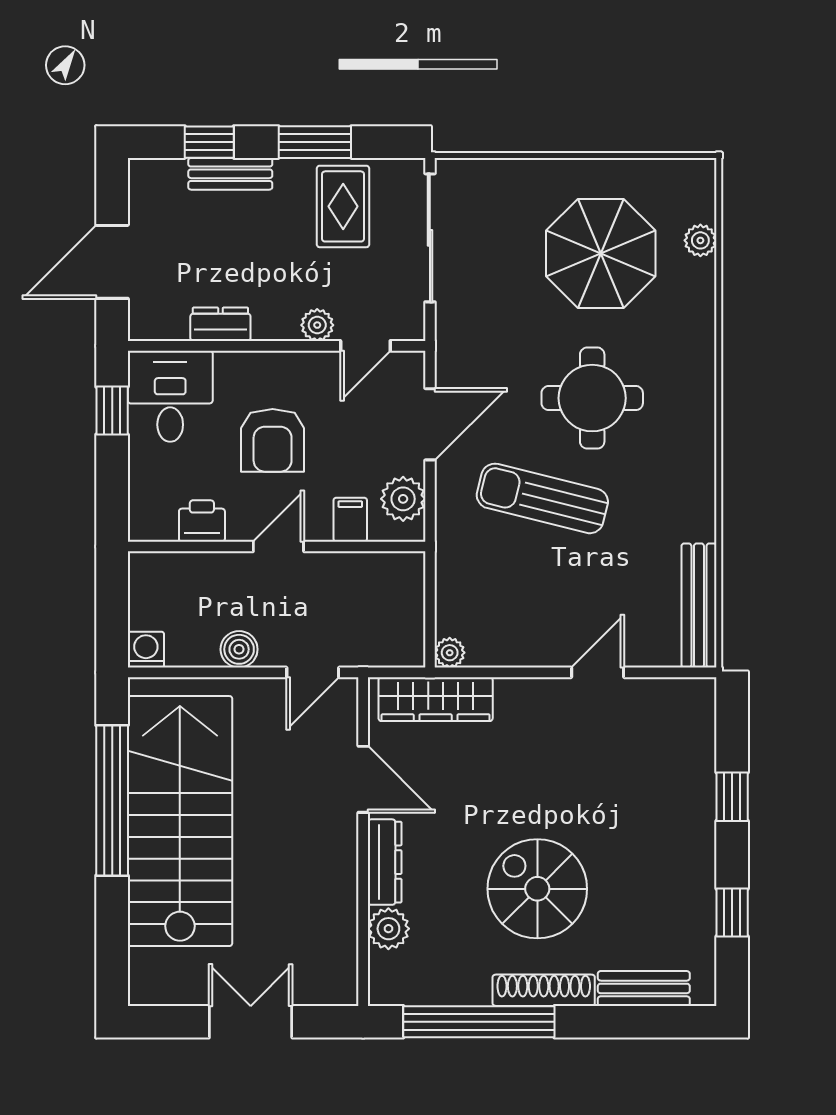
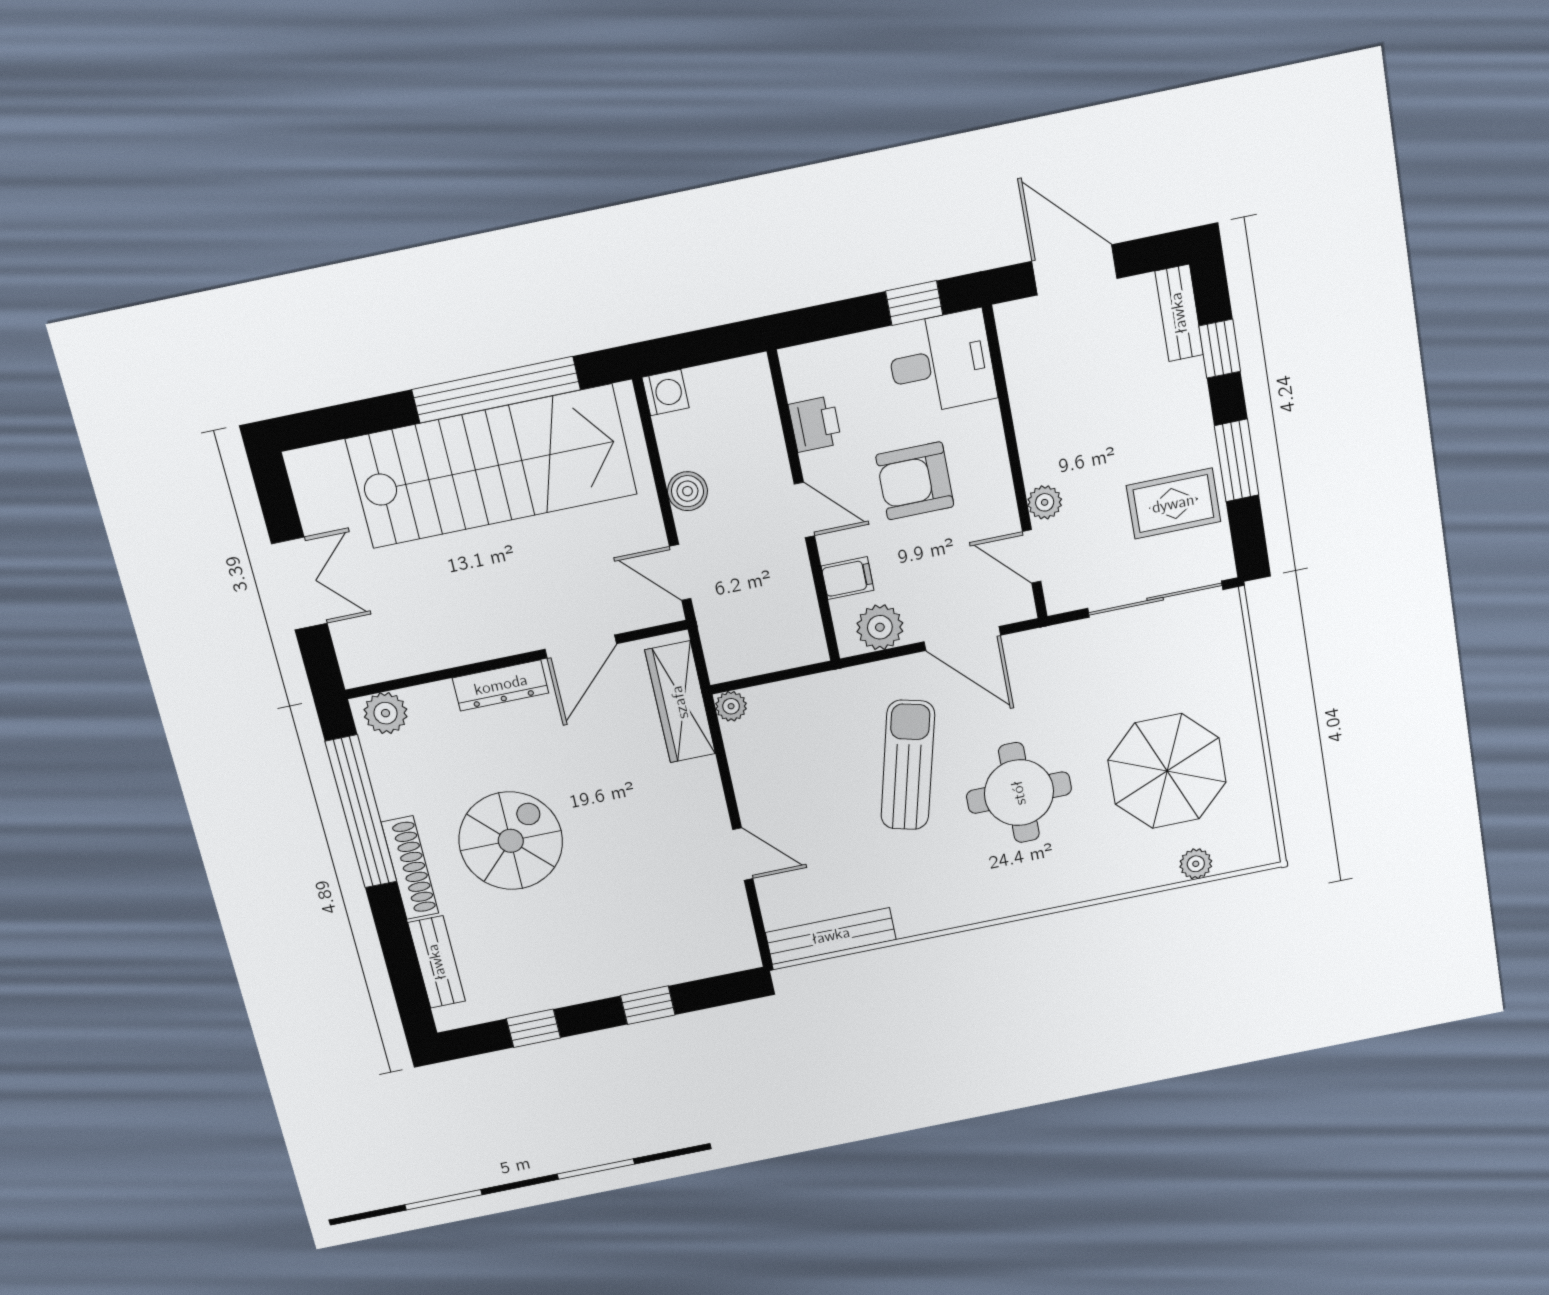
bench: (230, 174) -> (1179, 313), moved
dresser: (220, 324) -> (1028, 401), removed
plant: (388, 929) -> (386, 713), moved

